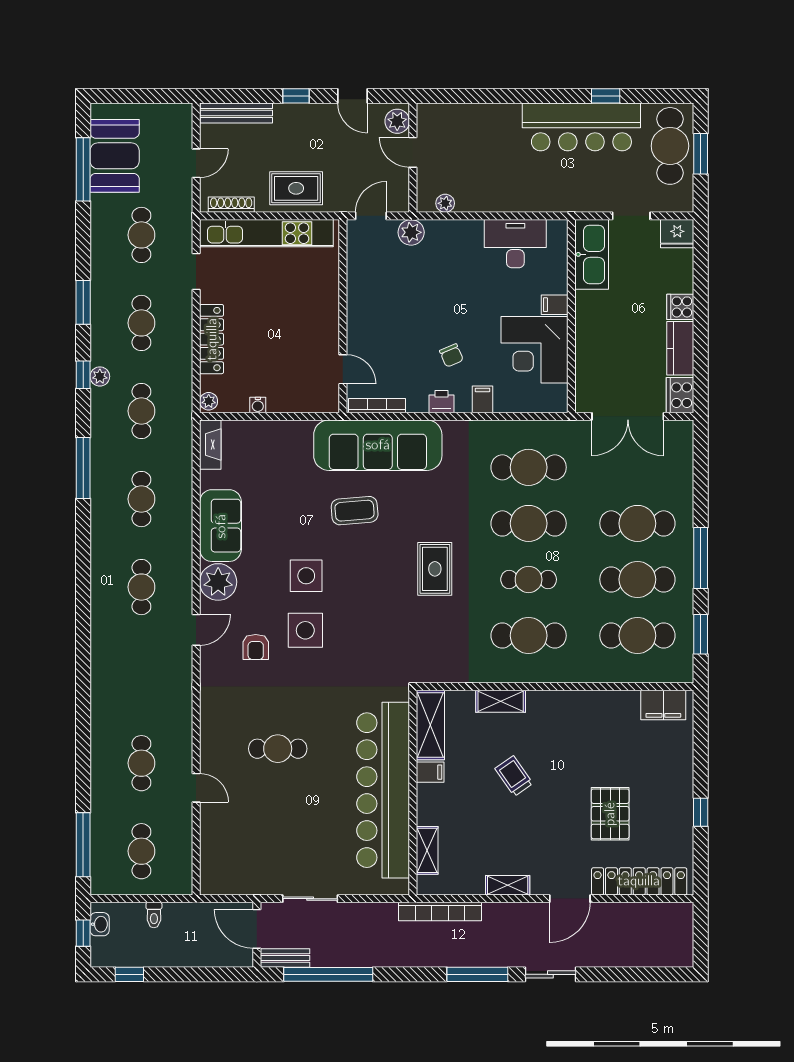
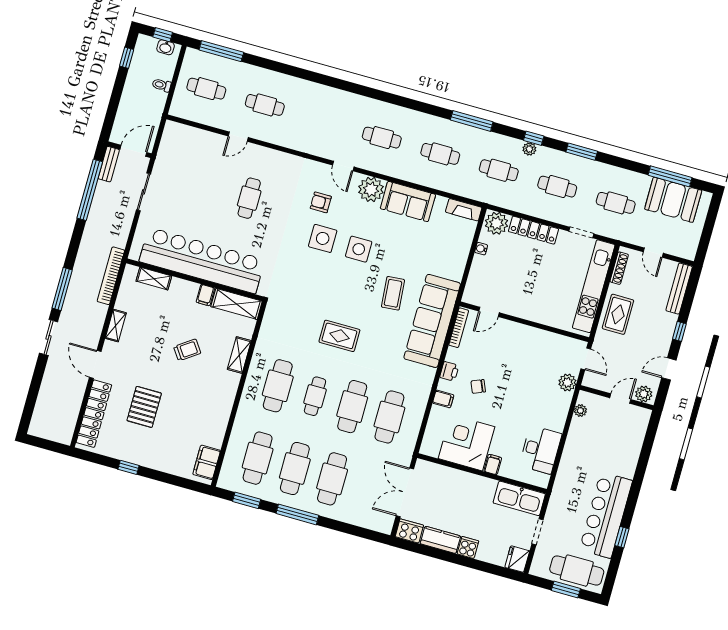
plant: (209, 401) -> (496, 223), width x1.88, depth x1.88
pallet: (610, 814) -> (144, 407), turned 90

